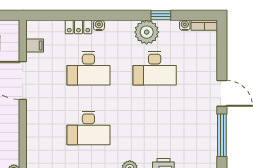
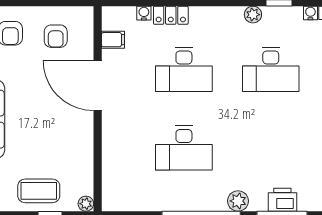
water cooler: (99, 25) -> (144, 13), moved
plant: (147, 32) -> (253, 15), width x0.53, depth x0.53

